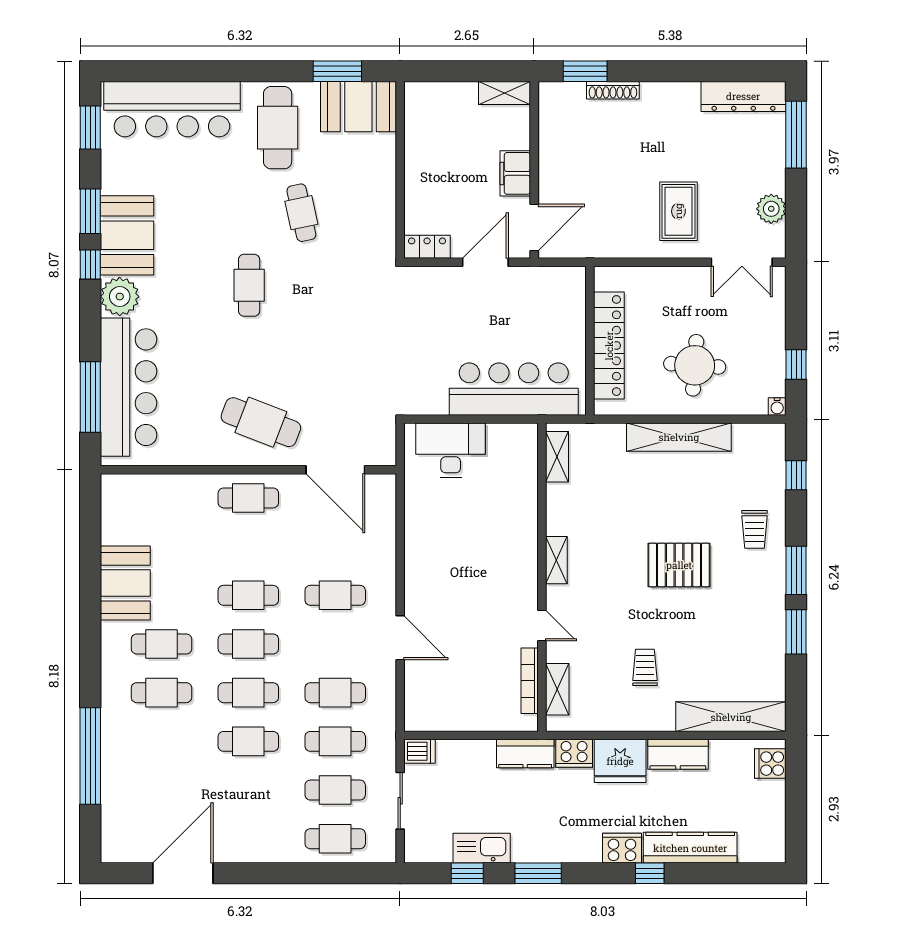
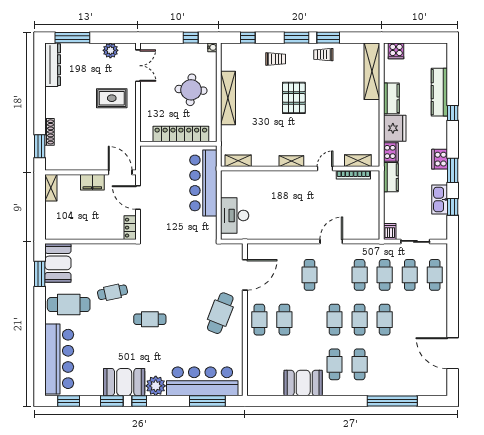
cafe table: (248, 595) -> (284, 320), moved
trolley: (645, 667) -> (323, 55), moved
cooker: (622, 848) -> (440, 159), moved

